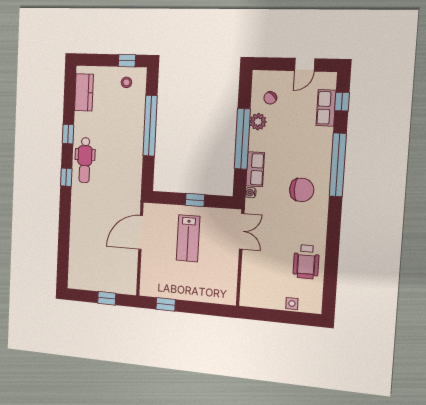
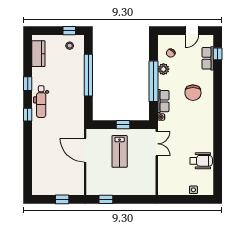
window: (338, 165) -> (218, 95), removed
chair: (302, 190) -> (193, 93), moved, turned 90
door: (141, 232) -> (85, 150), hinge flipped
wheelchair: (306, 262) -> (201, 161), turned -90

